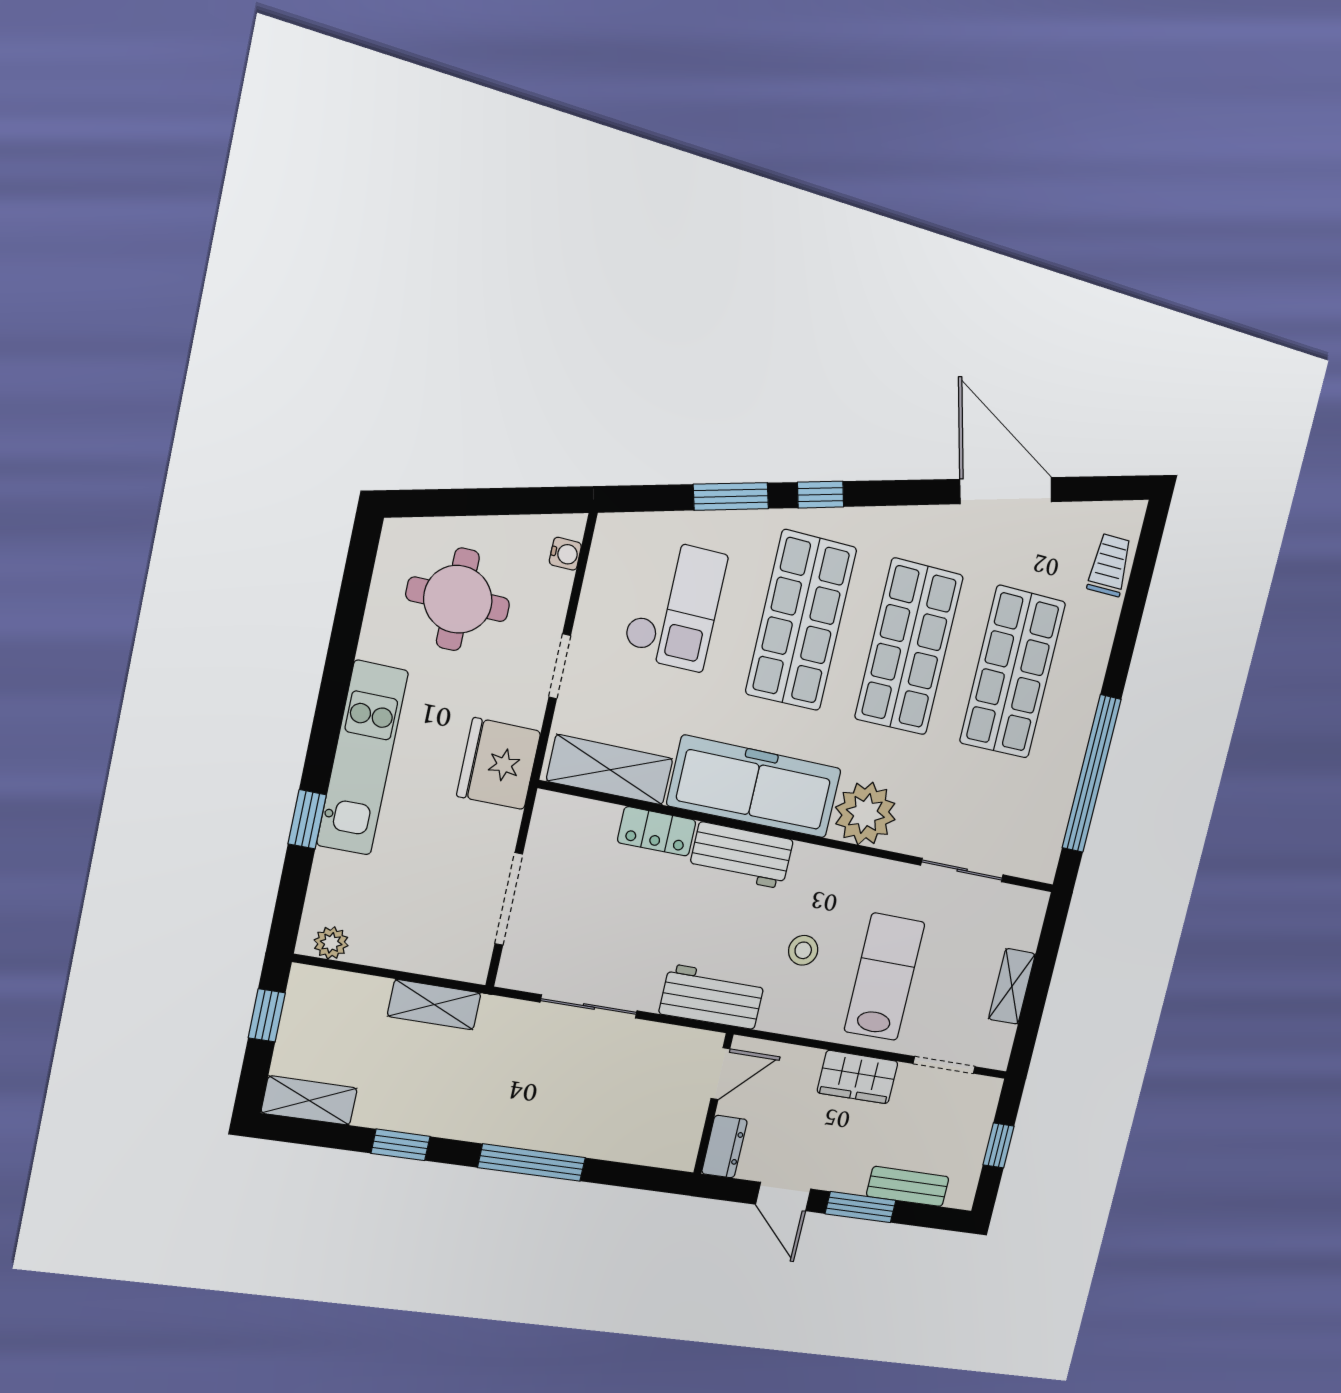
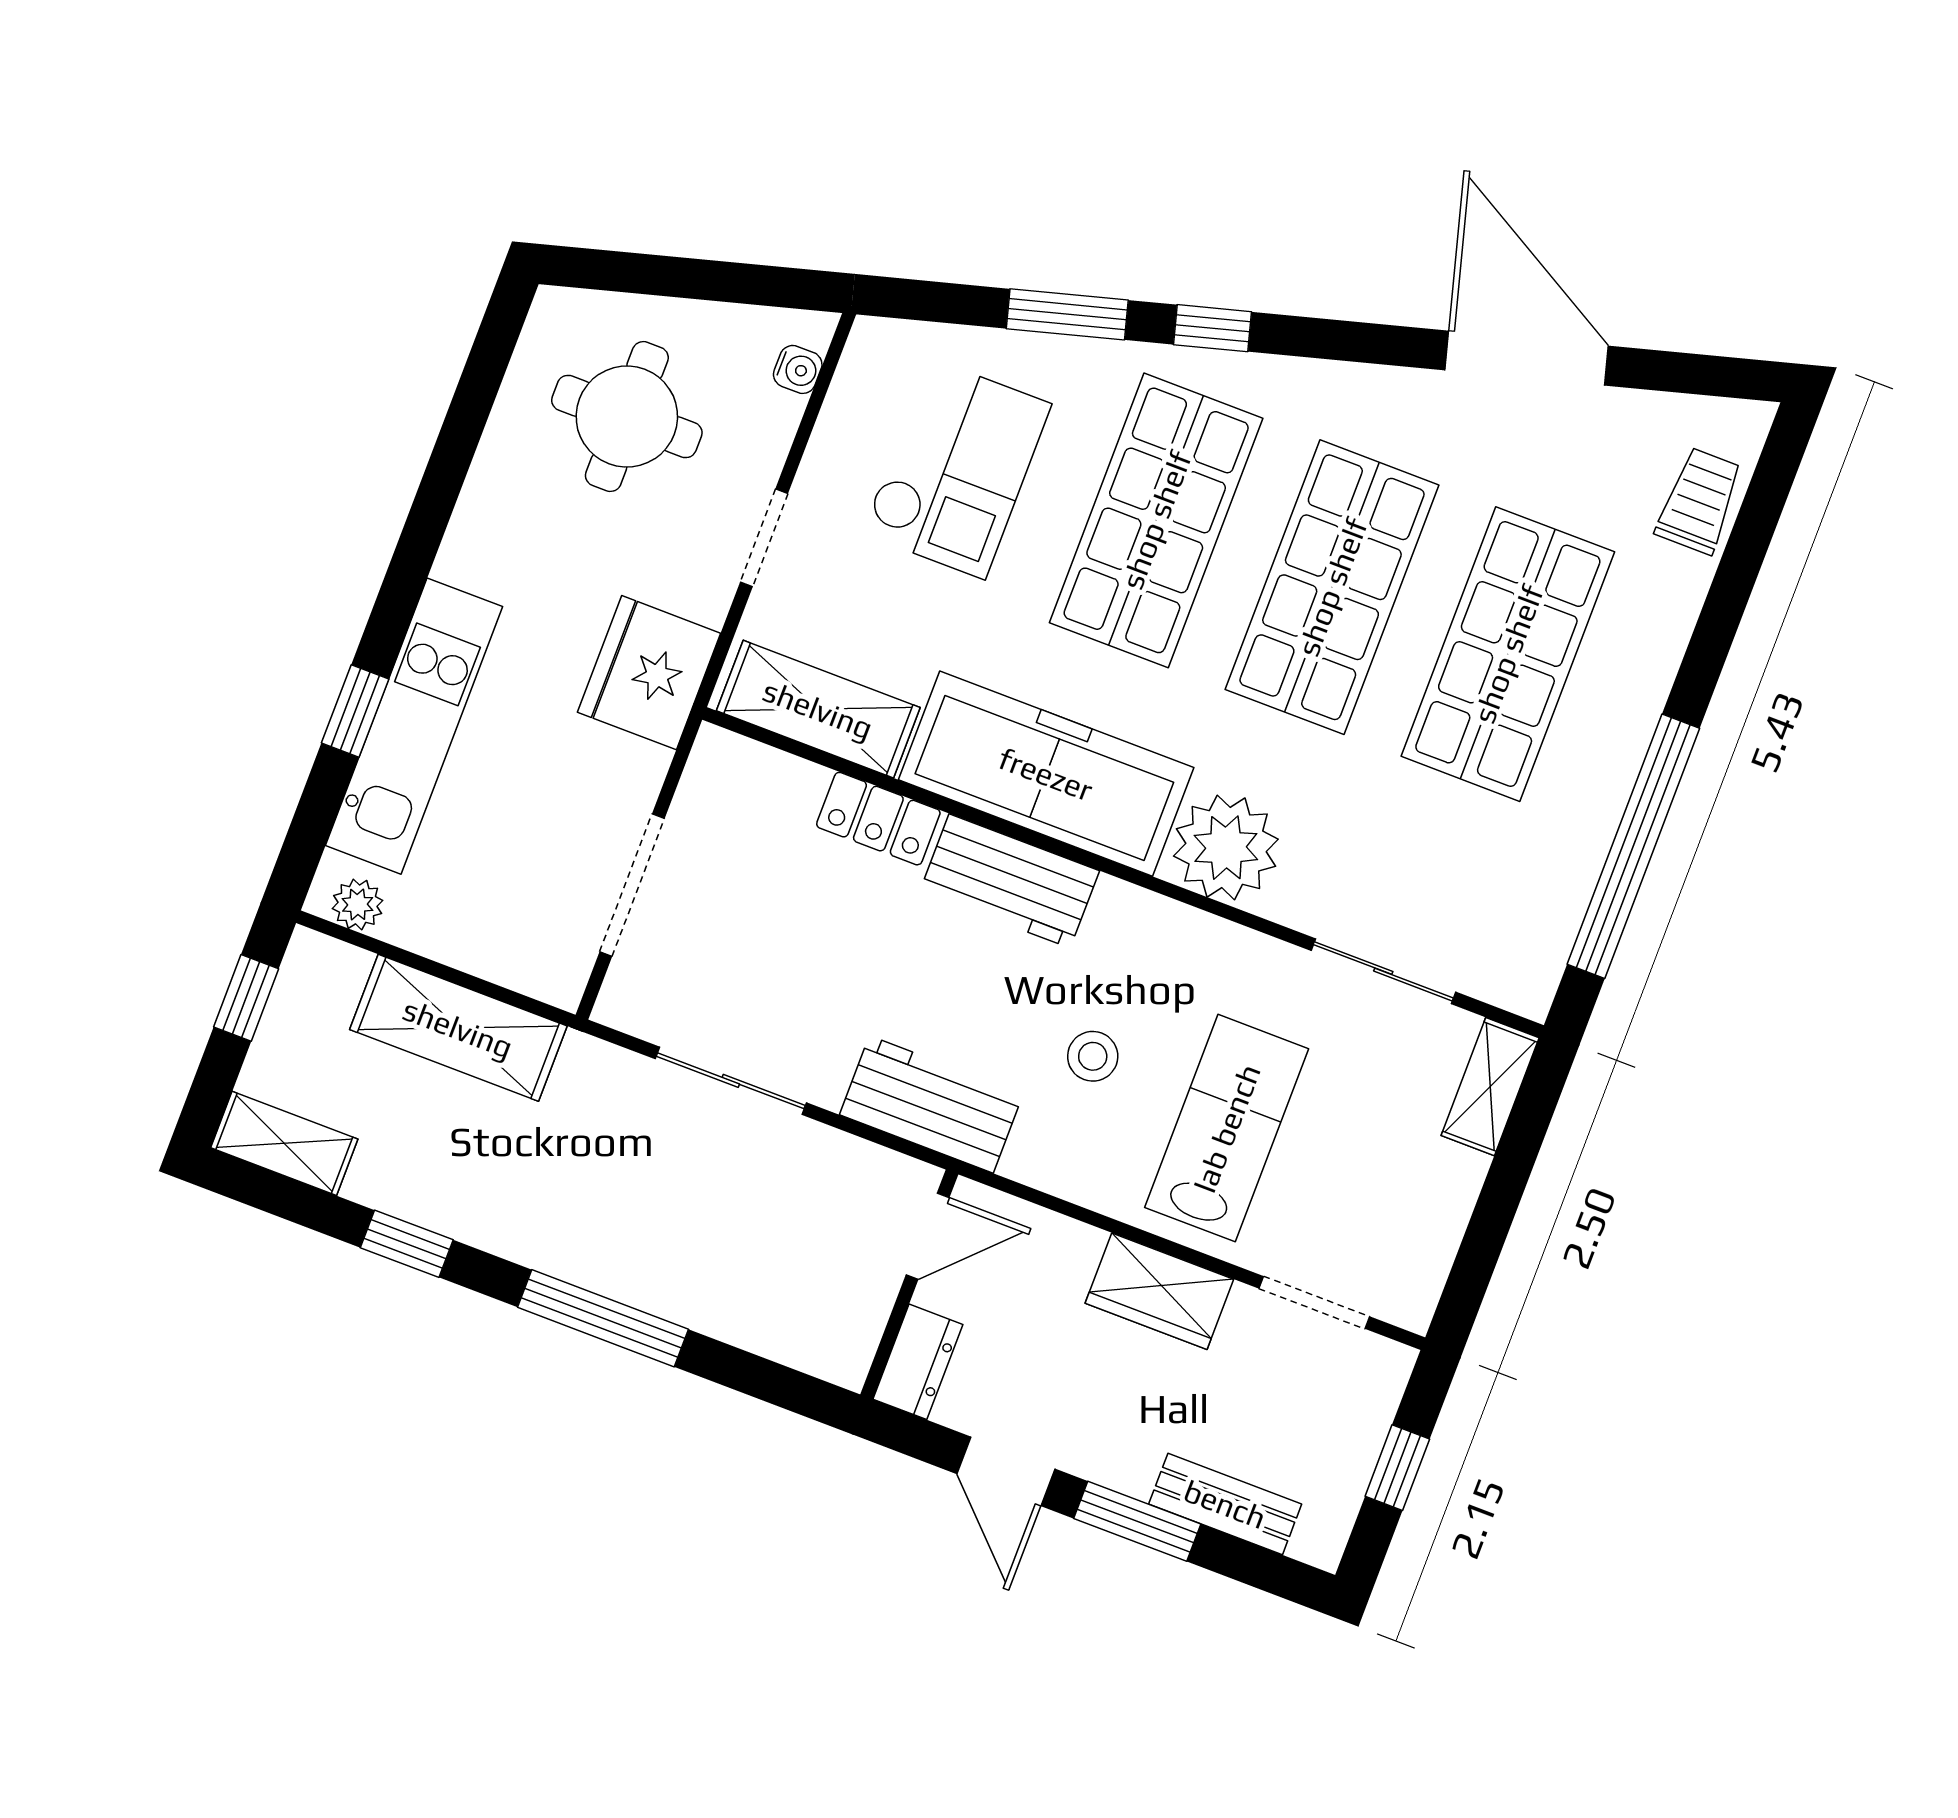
kitchen unit: (362, 758) -> (414, 726), moved
shelving: (1012, 986) -> (1490, 1087), moved
shelving: (434, 1005) -> (458, 1028), width x1.50, depth x1.33

